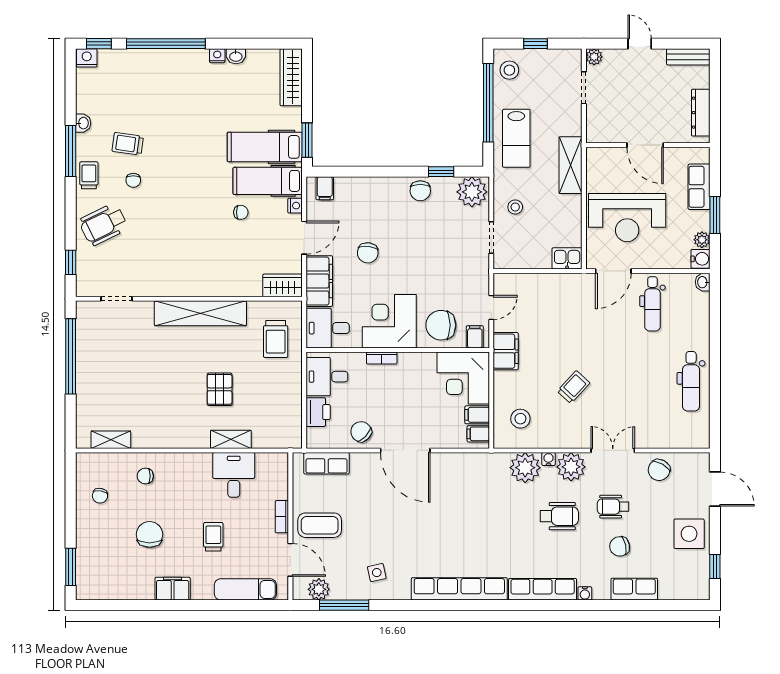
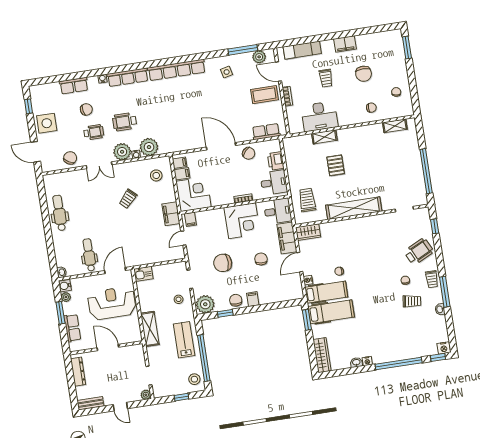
filing cabinet: (325, 188) -> (253, 299), moved
chair: (441, 325) -> (223, 263), moved, turned 180
desk: (234, 475) -> (319, 116), width x1.37

